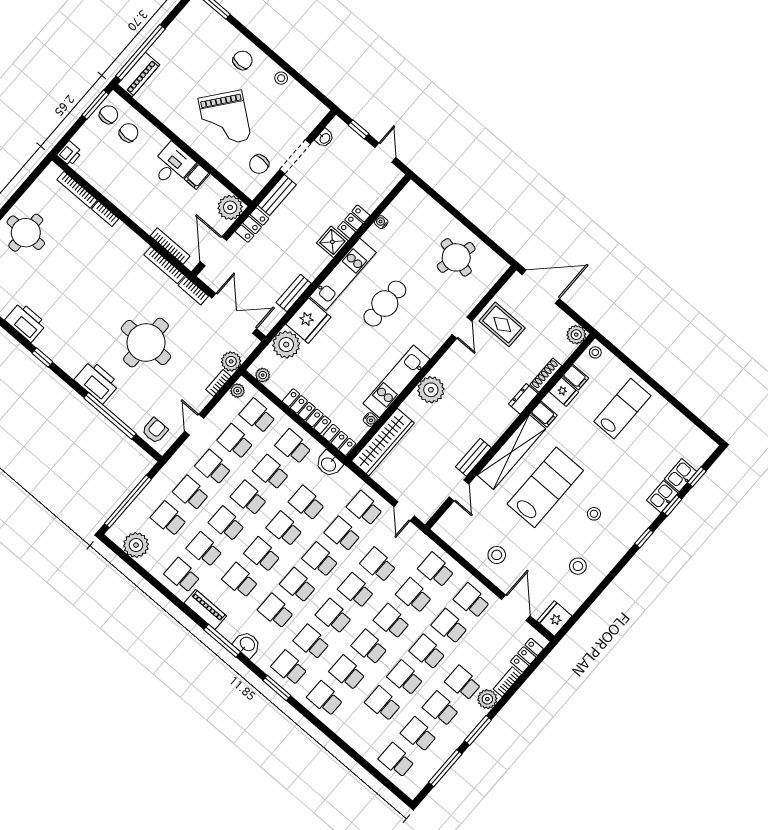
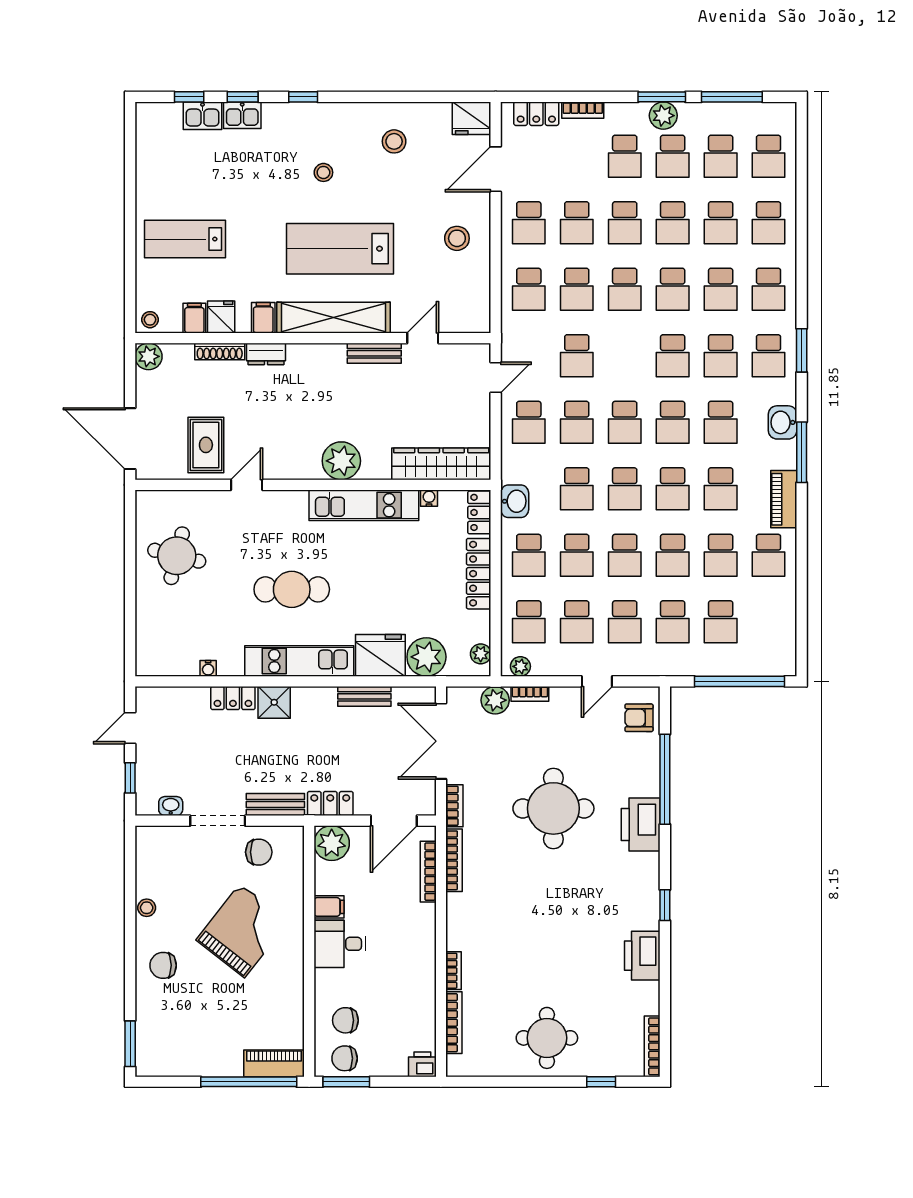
plant: (136, 545) -> (779, 632), removed
school desk: (356, 591) -> (769, 223), moved
plant: (487, 699) -> (663, 116), moved

